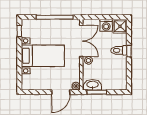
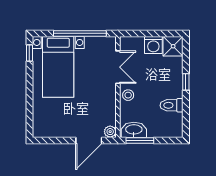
double door: (81, 41) -> (118, 67), width x0.73
toilet: (119, 50) -> (172, 105), moved
bed with nightstands: (43, 56) -> (58, 67), moved, turned 90

